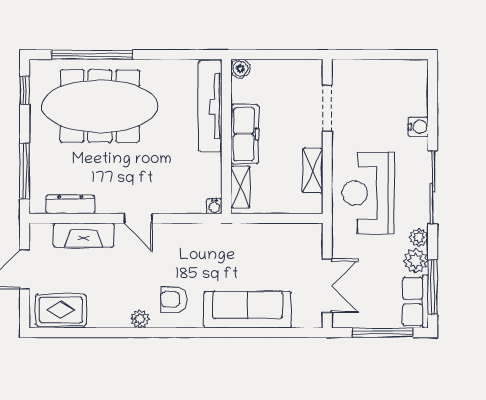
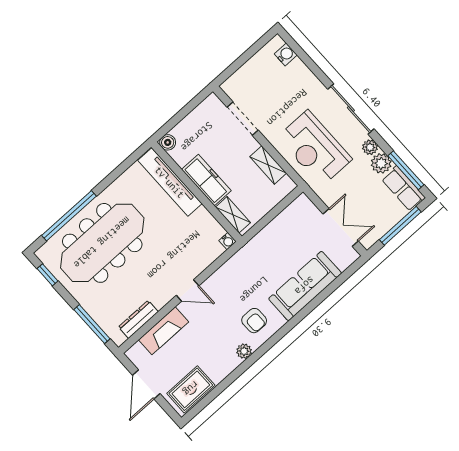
water cooler: (418, 127) -> (286, 54), moved
armchair: (174, 299) -> (254, 321), turned -90

